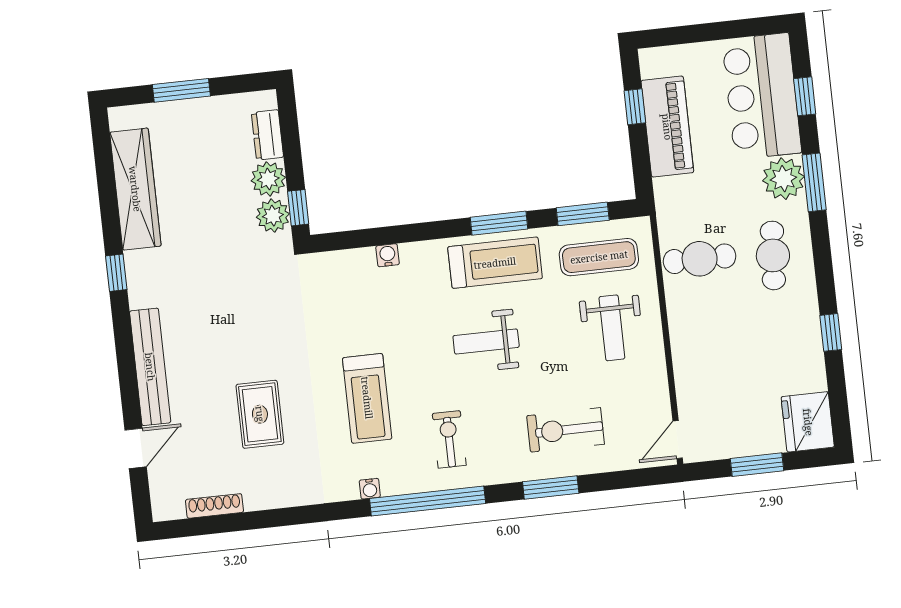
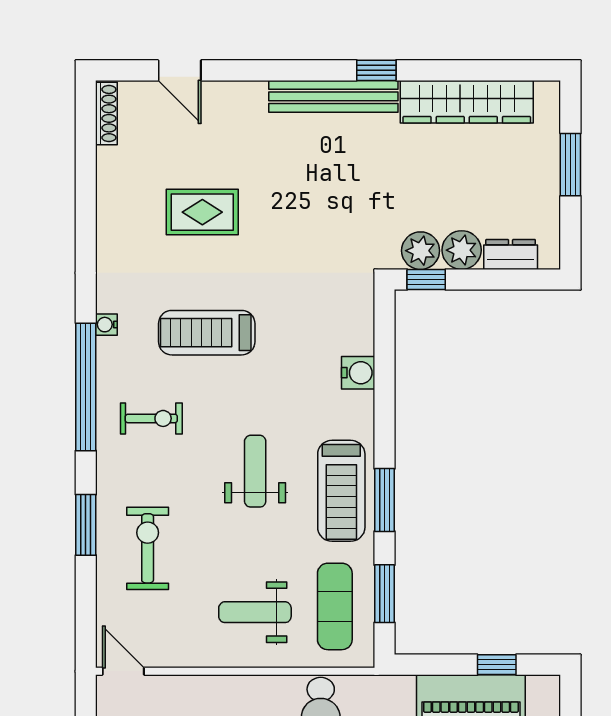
water cooler: (388, 255) -> (358, 373), width x1.38, depth x1.38
bench: (150, 367) -> (333, 96), moved
shoe rack: (214, 506) -> (106, 114), moved

